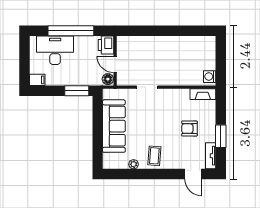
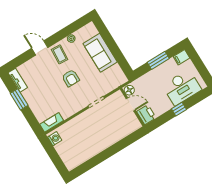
window: (71, 31) -> (179, 109), width x0.32
window: (77, 91) -> (158, 60), moved
sofa: (114, 126) -> (100, 53), width x0.73
armchair: (189, 129) -> (71, 78), moved, turned 90
door: (193, 174) -> (40, 48), moved

